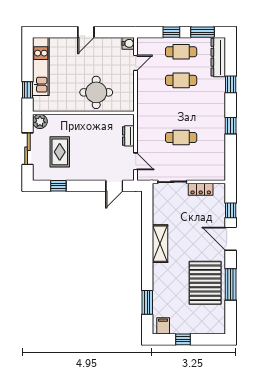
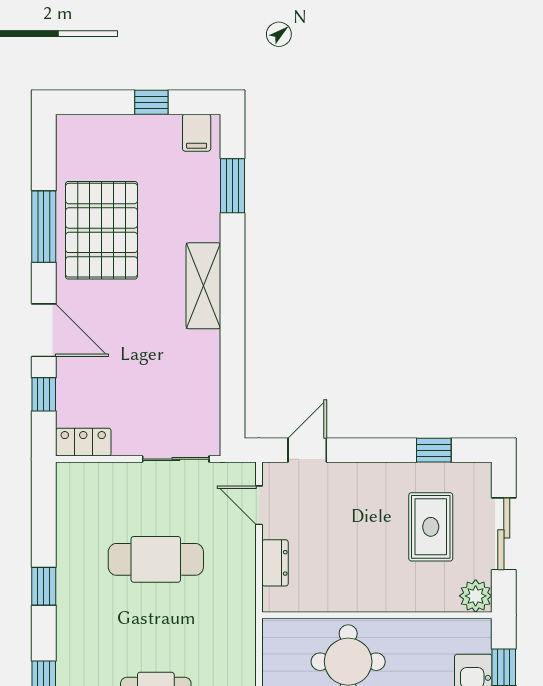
cafe table: (181, 138) -> (156, 559), width x1.37, depth x1.35
locker: (201, 189) -> (83, 442), moved
shelving: (160, 244) -> (203, 286), moved

